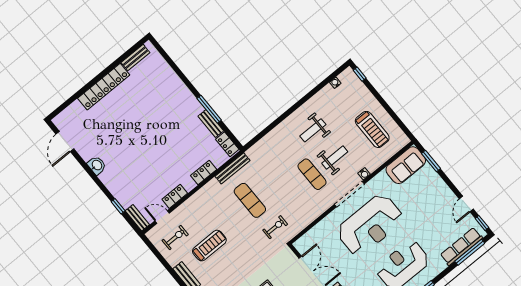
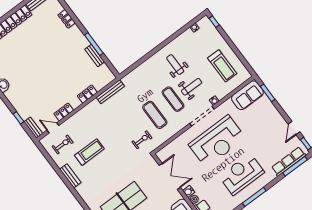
weight bench: (313, 130) -> (175, 65), turned 90
locker: (227, 144) -> (67, 19), moved
exercise mat: (250, 200) -> (155, 115), moved

